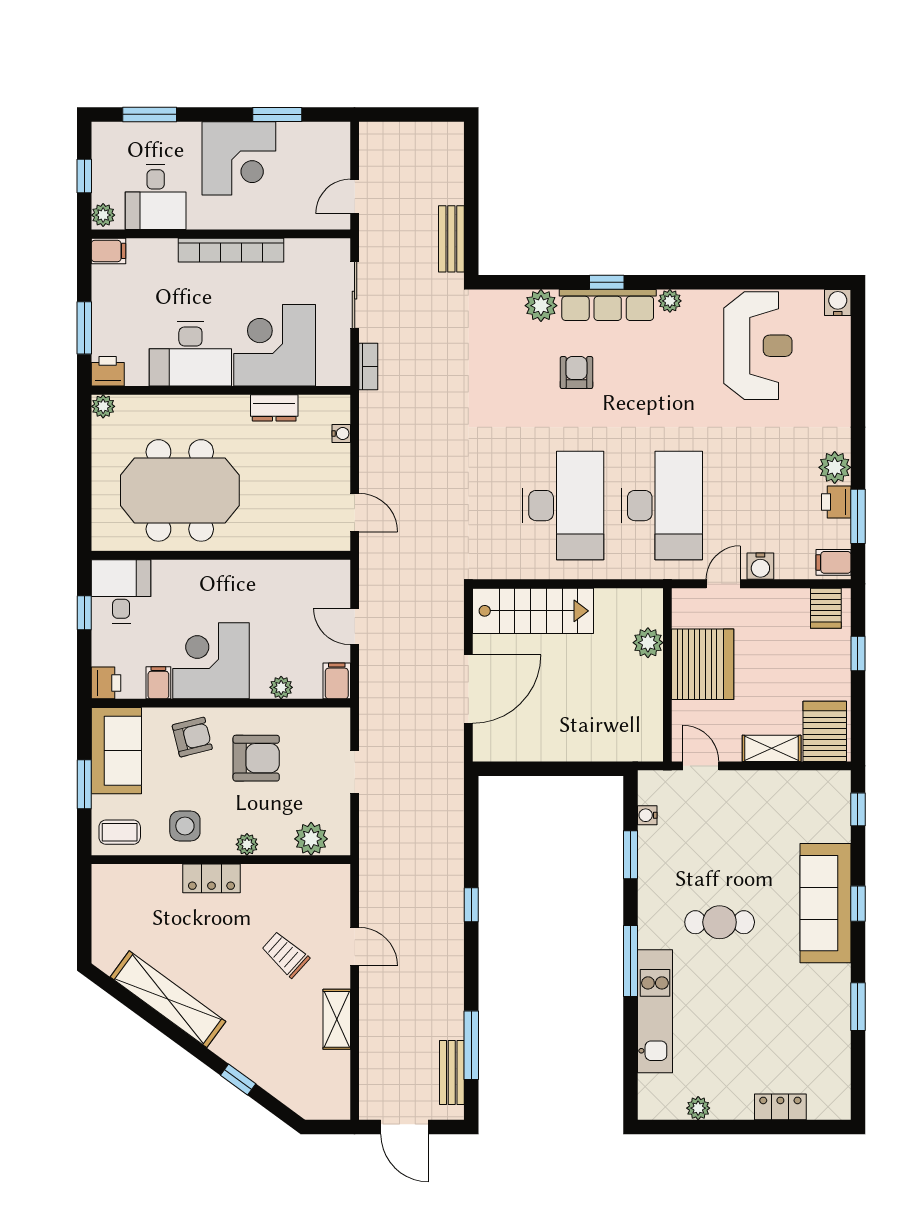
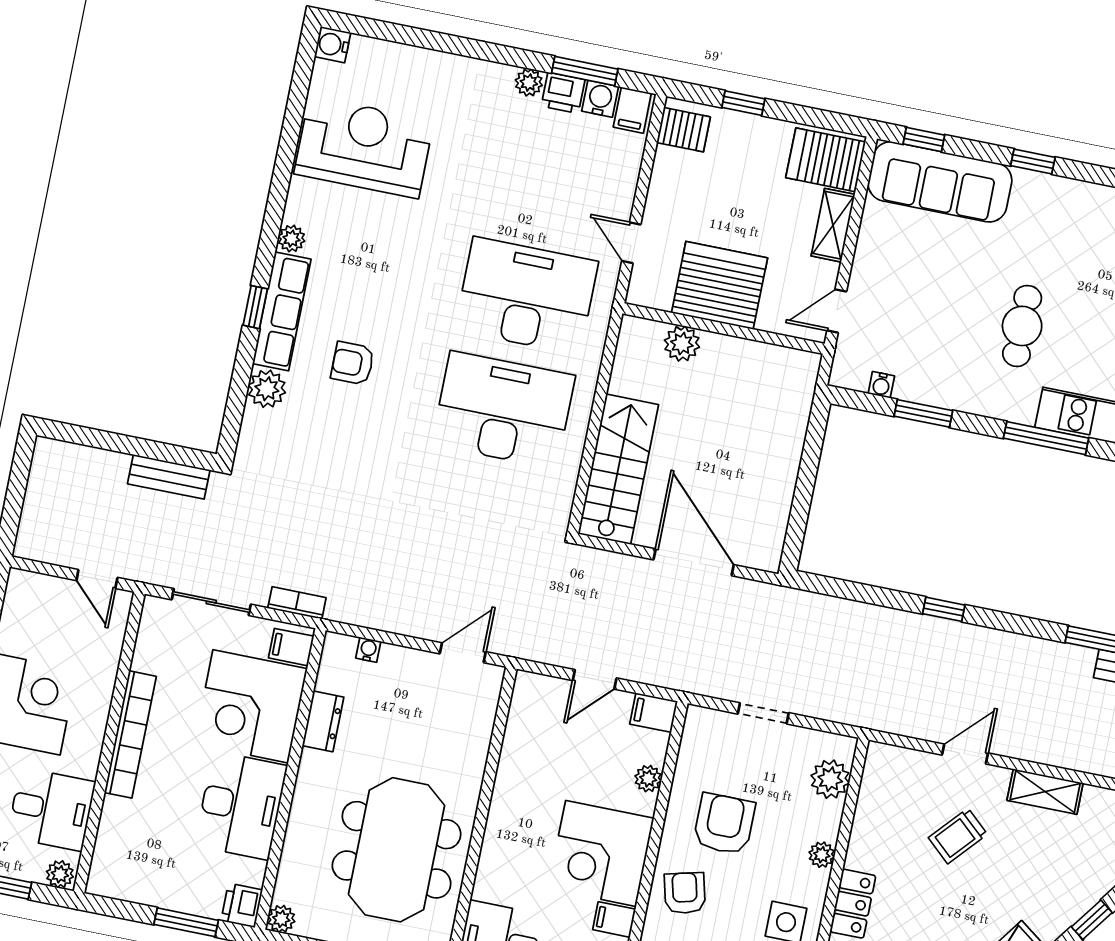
filing cabinet: (109, 251) -> (291, 647), moved, turned -90
plant: (835, 467) -> (529, 83), width x0.73, depth x0.73
water cooler: (760, 566) -> (600, 99), moved, turned -90
sofa: (825, 903) -> (940, 182), moved

